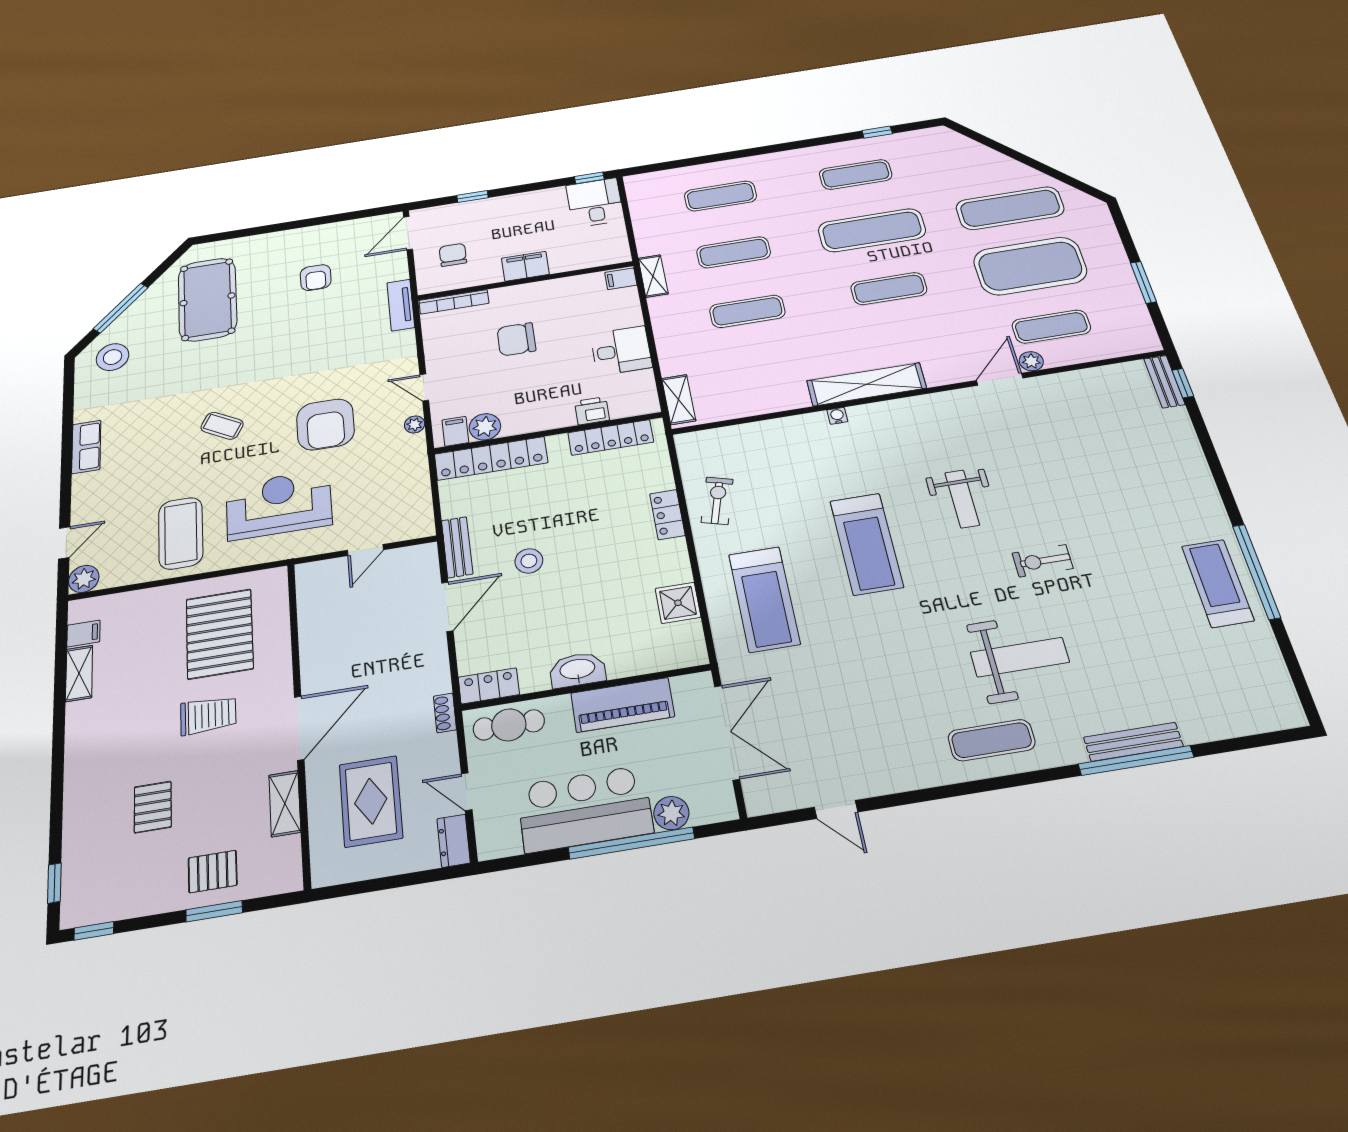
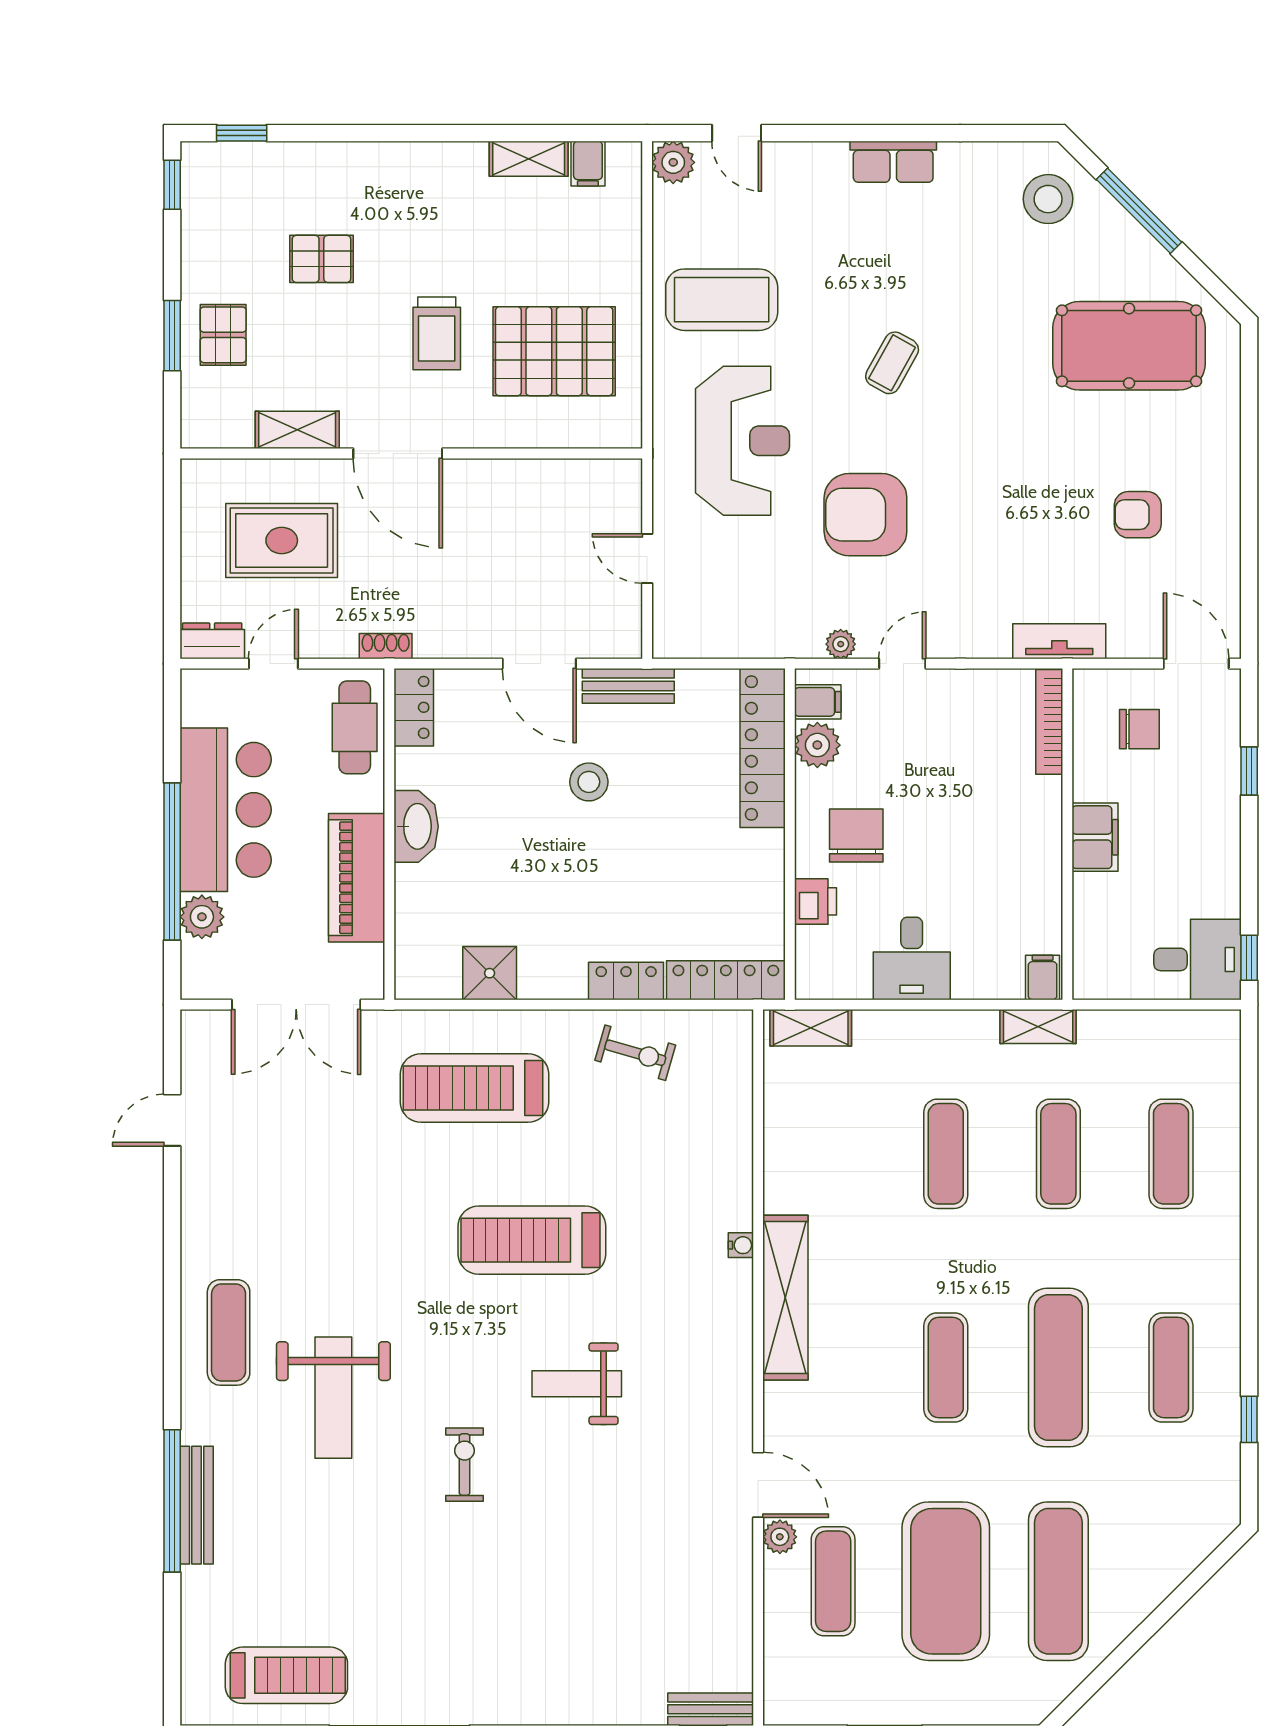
chair: (516, 339) -> (856, 835), moved
locker: (611, 437) -> (726, 980), moved, turned 90
treadmill: (1218, 583) -> (286, 1675), moved

